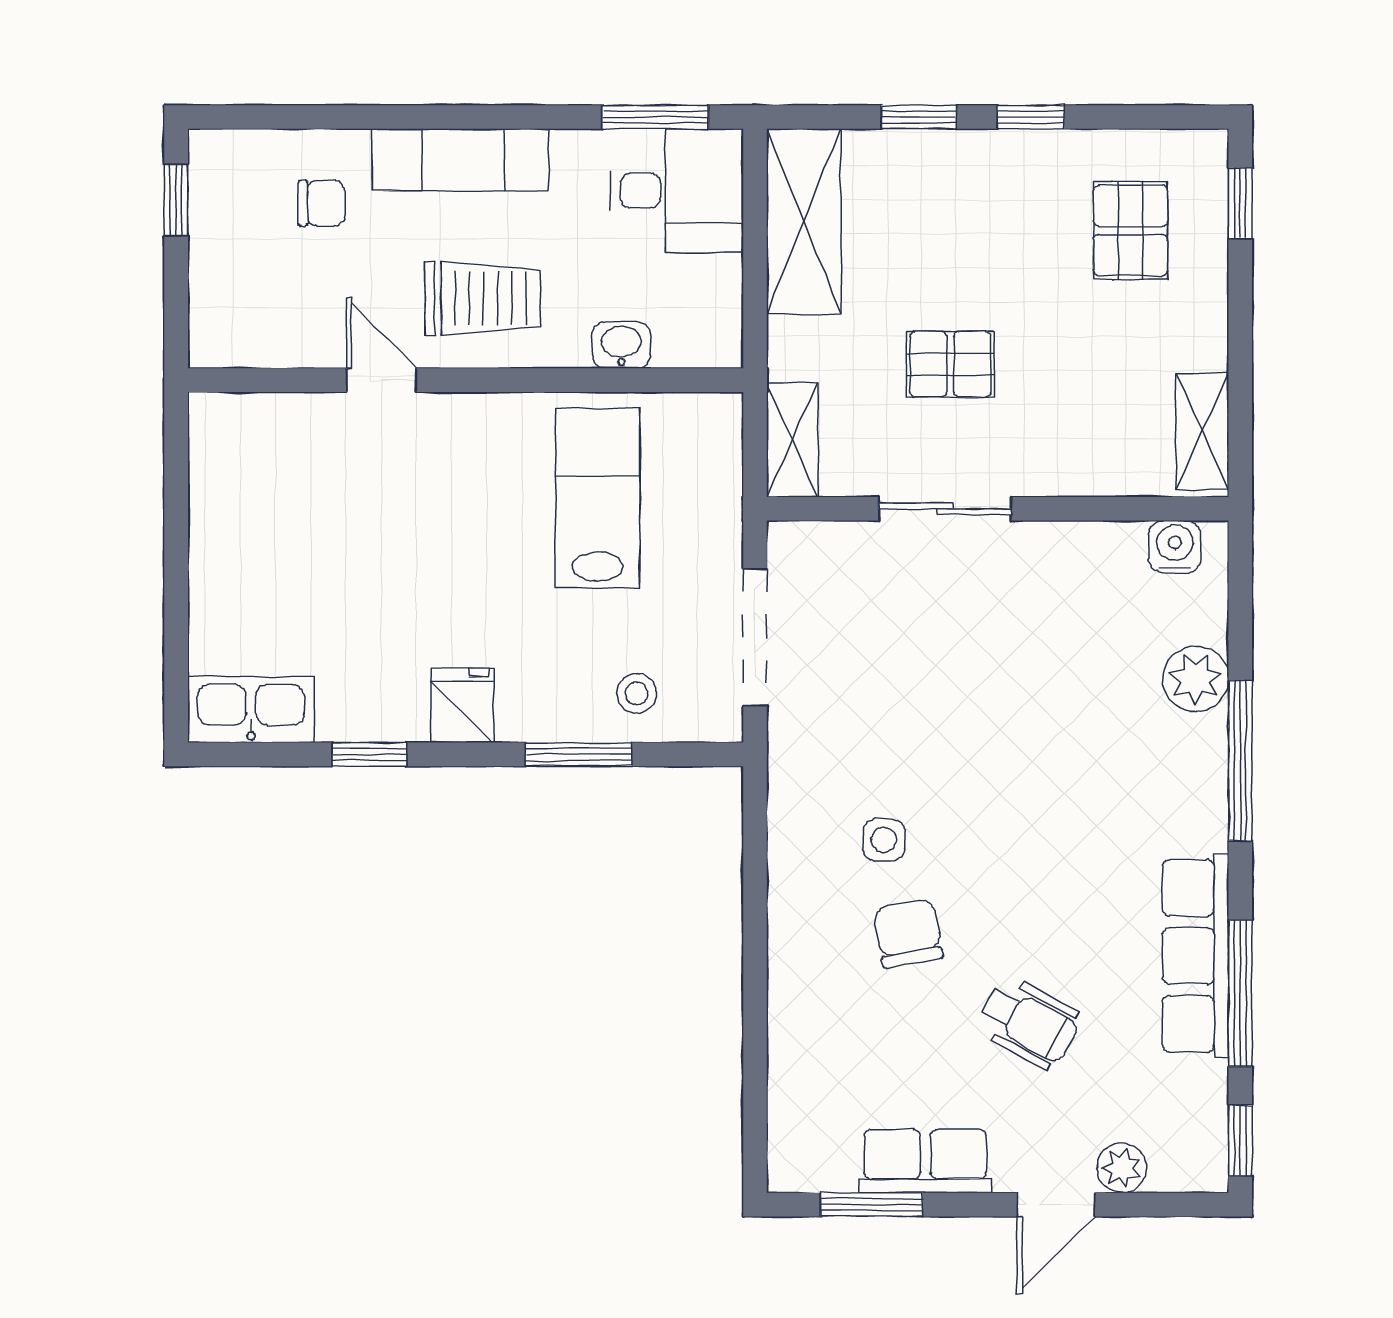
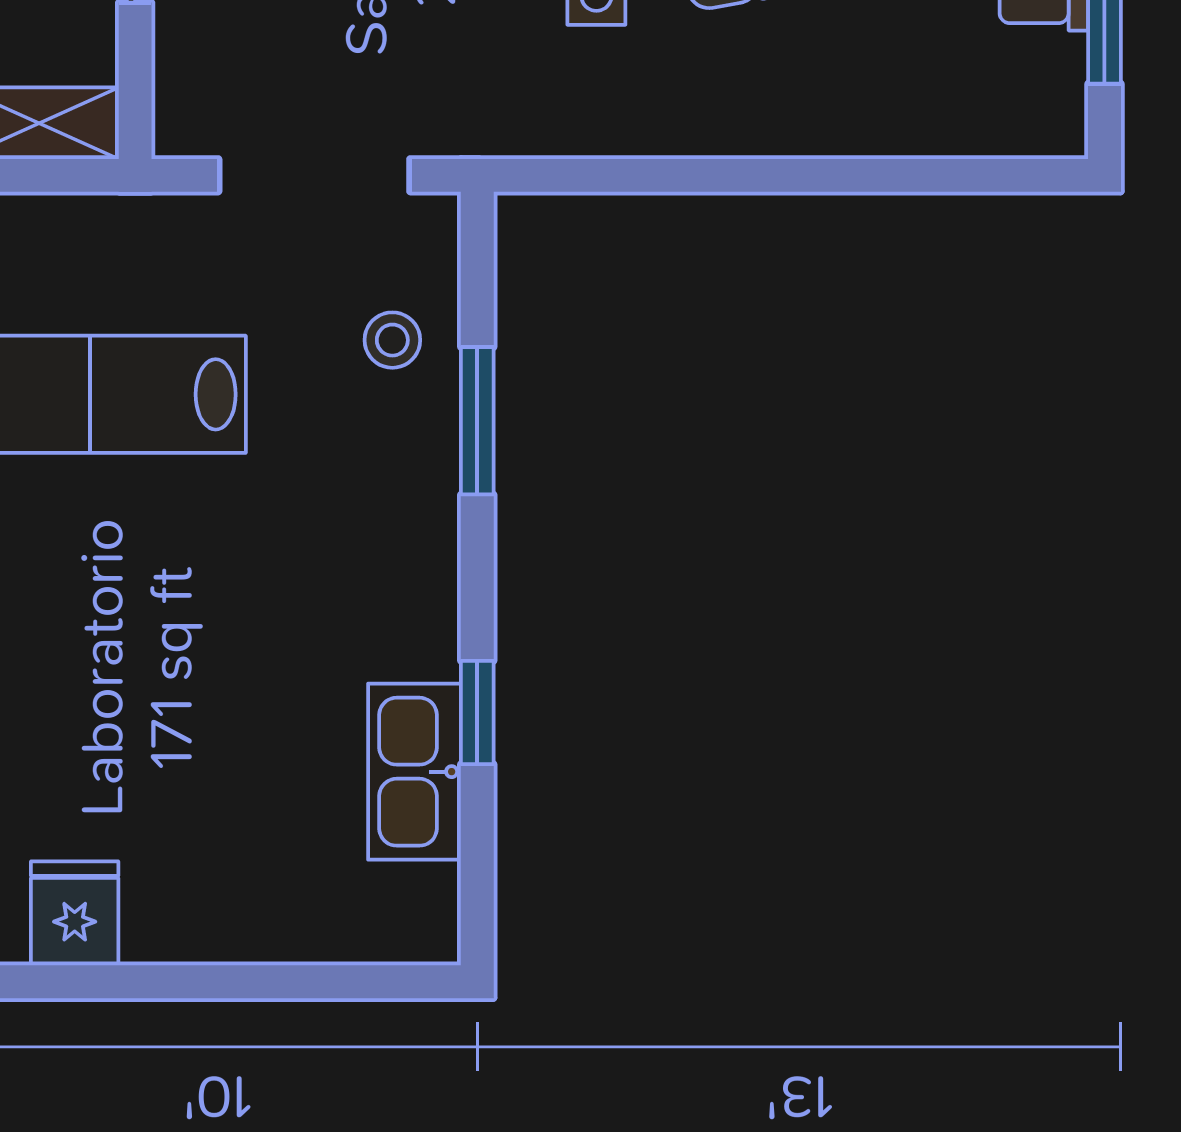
fridge: (463, 705) -> (75, 913), moved, turned 90
kitchen sink: (251, 709) -> (415, 772), moved

